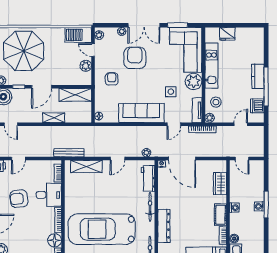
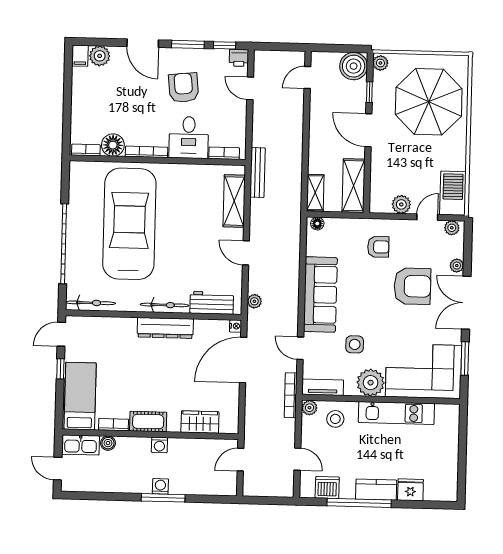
fridge: (227, 34) -> (410, 490), moved, turned 90
shelving: (54, 118) -> (315, 193), moved
dresser: (164, 226) -> (165, 328), moved

